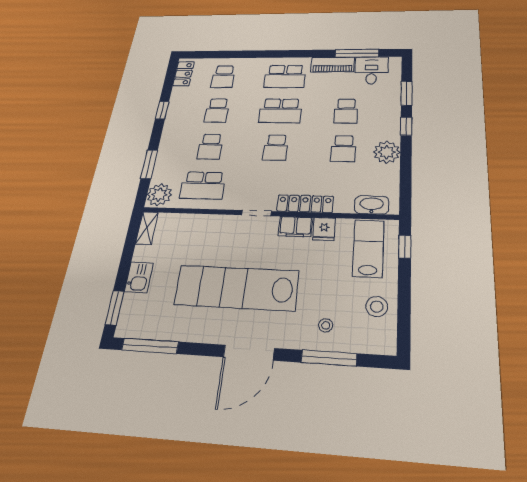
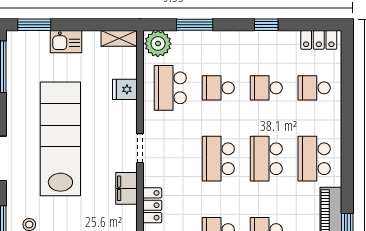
school desk: (276, 148) -> (218, 159), width x1.85
locker: (305, 204) -> (152, 205), width x0.66
fridge: (324, 229) -> (125, 89), moved

